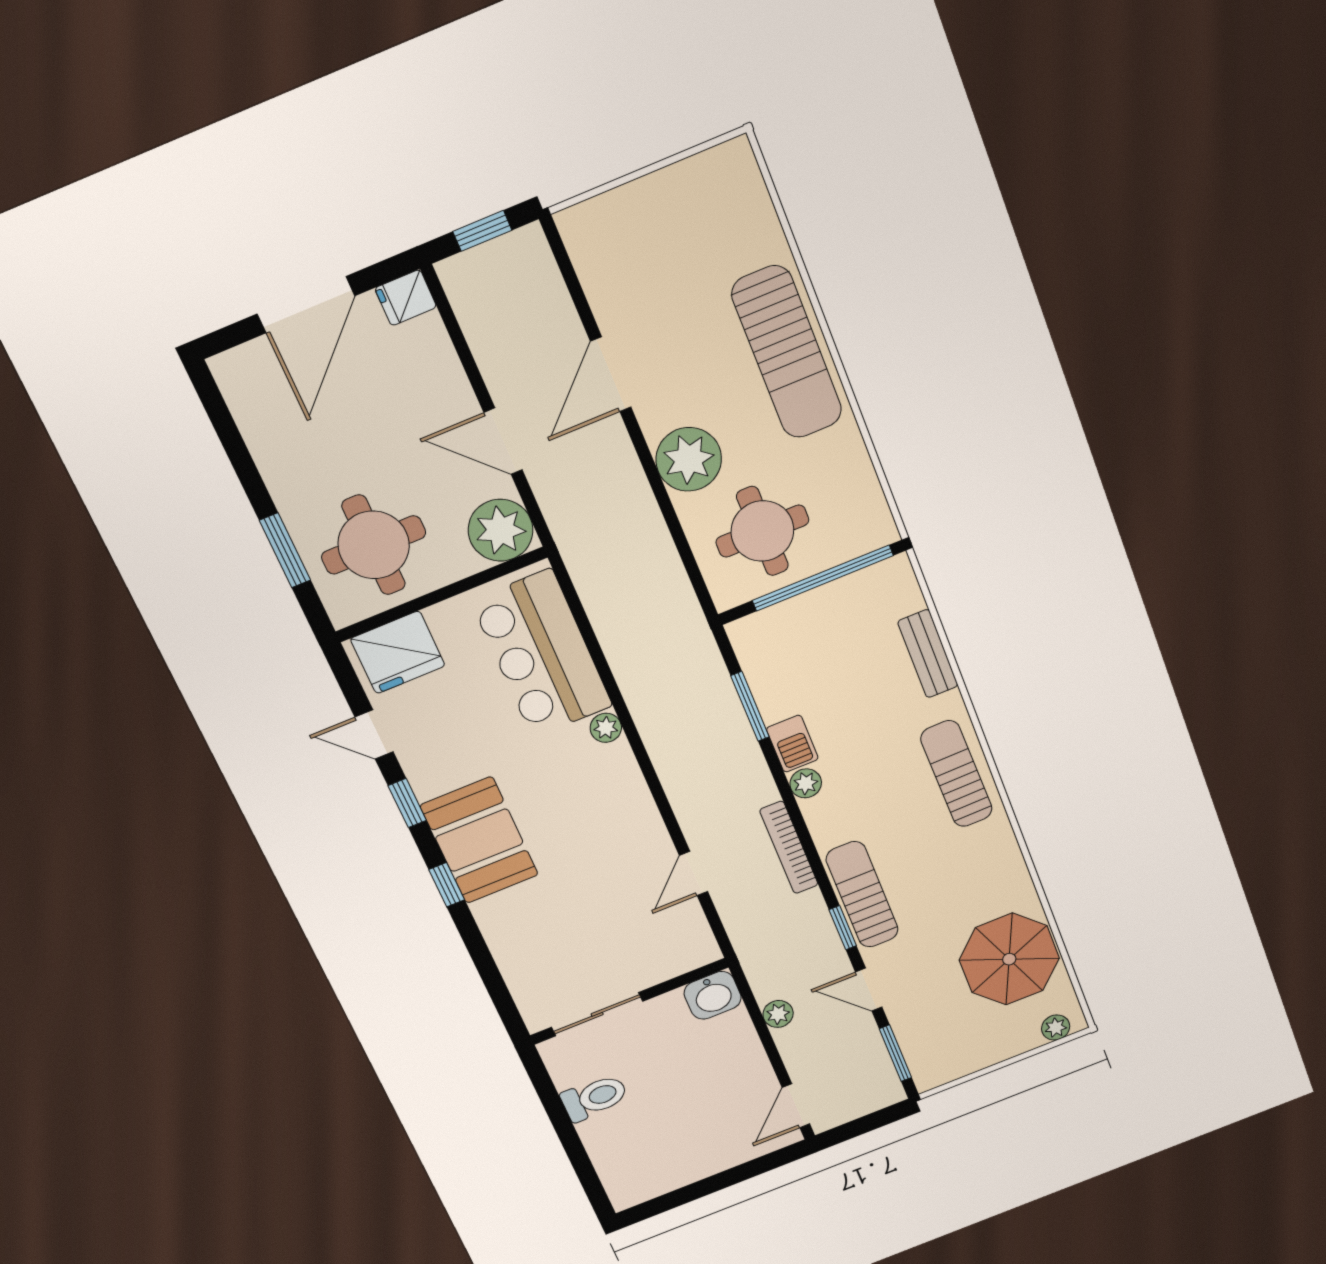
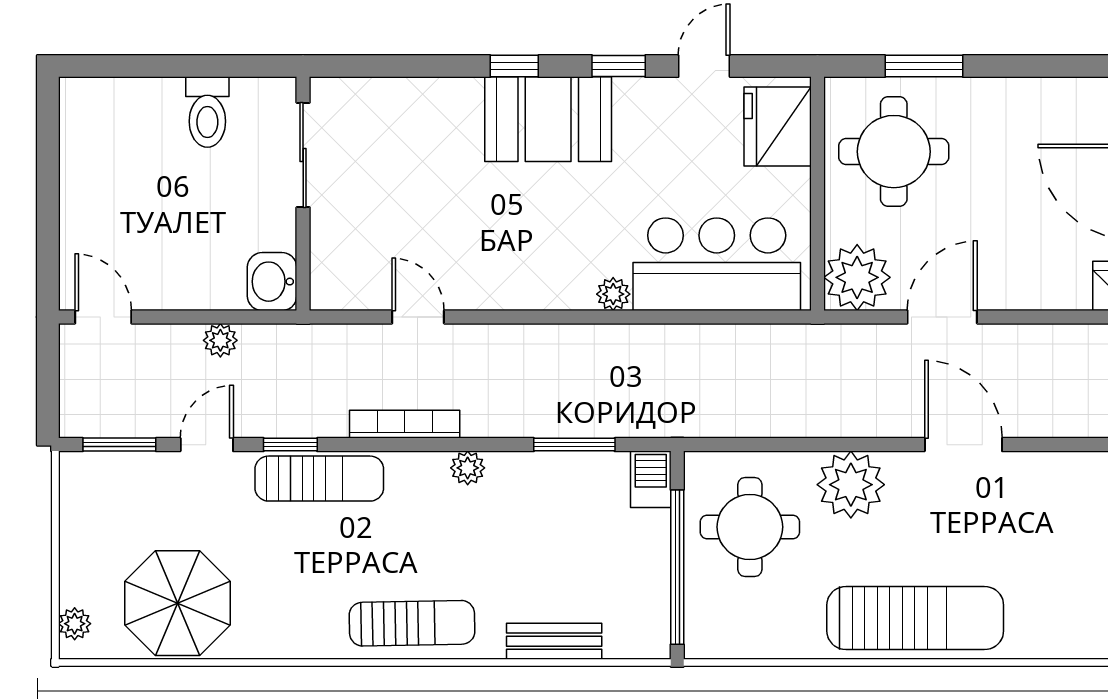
sun lounger: (787, 352) -> (915, 618), turned 180
barbecue: (792, 744) -> (651, 479), moved, turned 90

